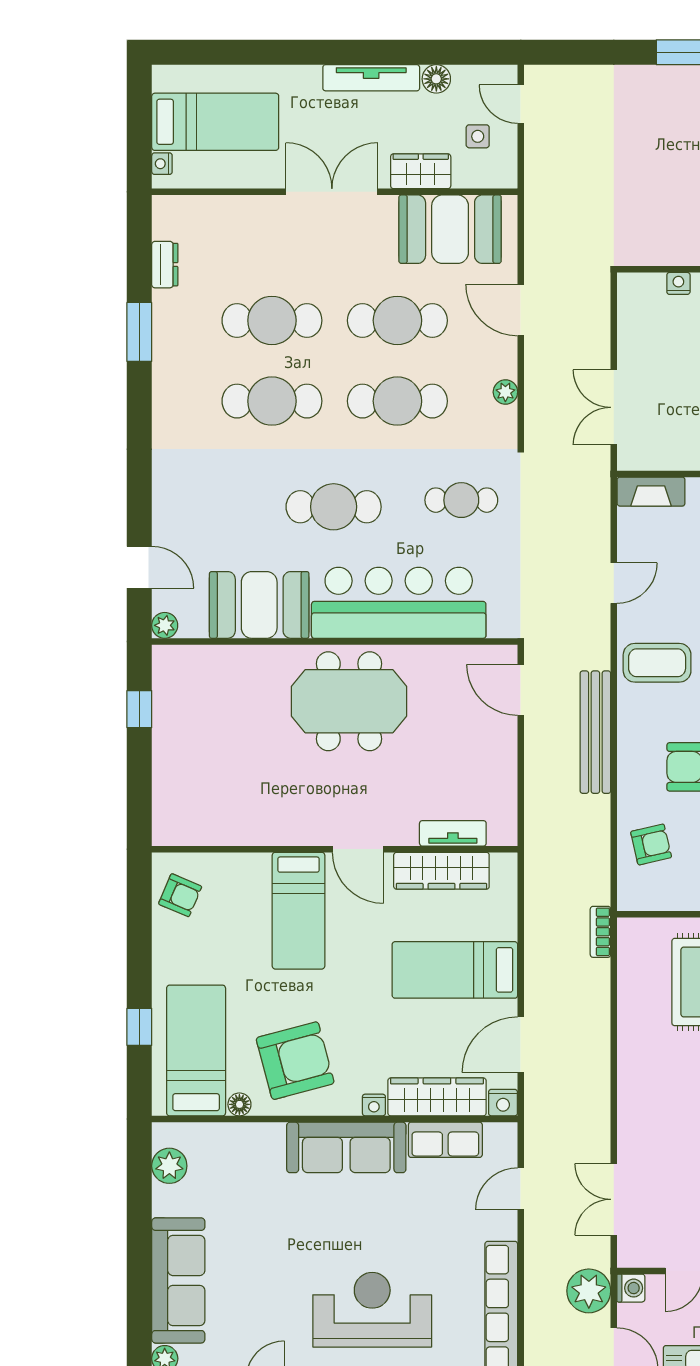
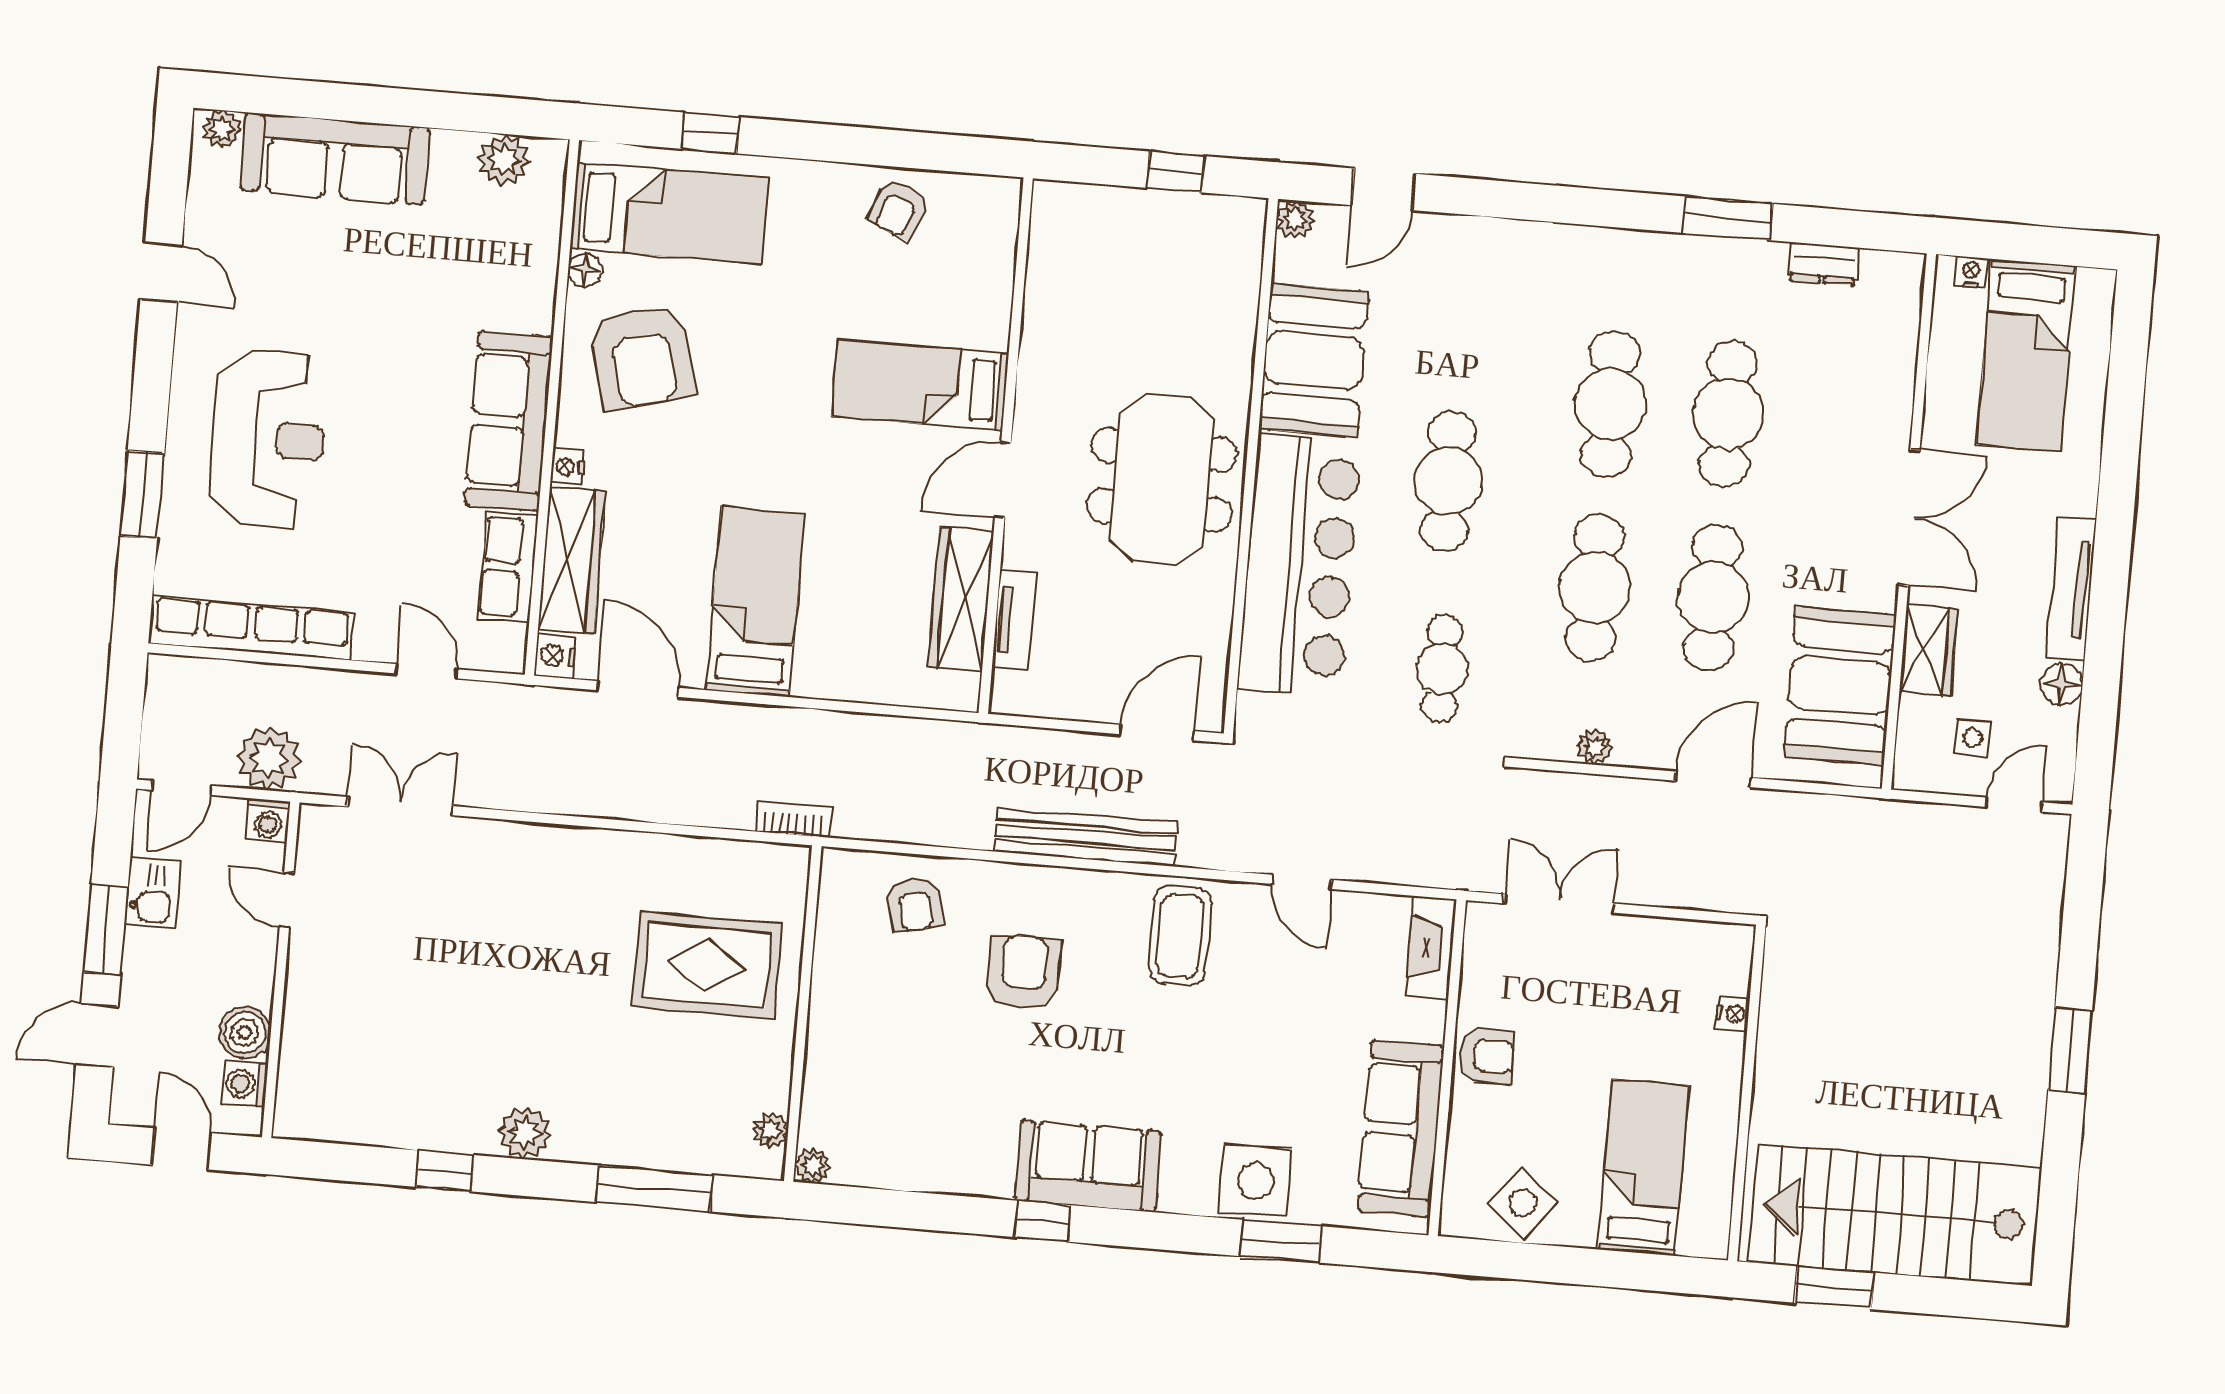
tv unit: (453, 833) -> (1014, 621), moved
wall: (335, 849) -> (1006, 446), moved
door: (358, 849) -> (1003, 480), moved
wardrobe: (441, 871) -> (961, 599), moved
bed: (298, 911) -> (920, 385), moved

